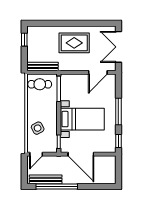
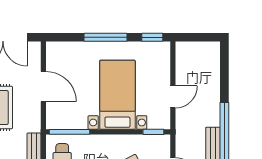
door: (98, 72) -> (43, 87), moved
door: (81, 154) -> (173, 97), width x0.53

